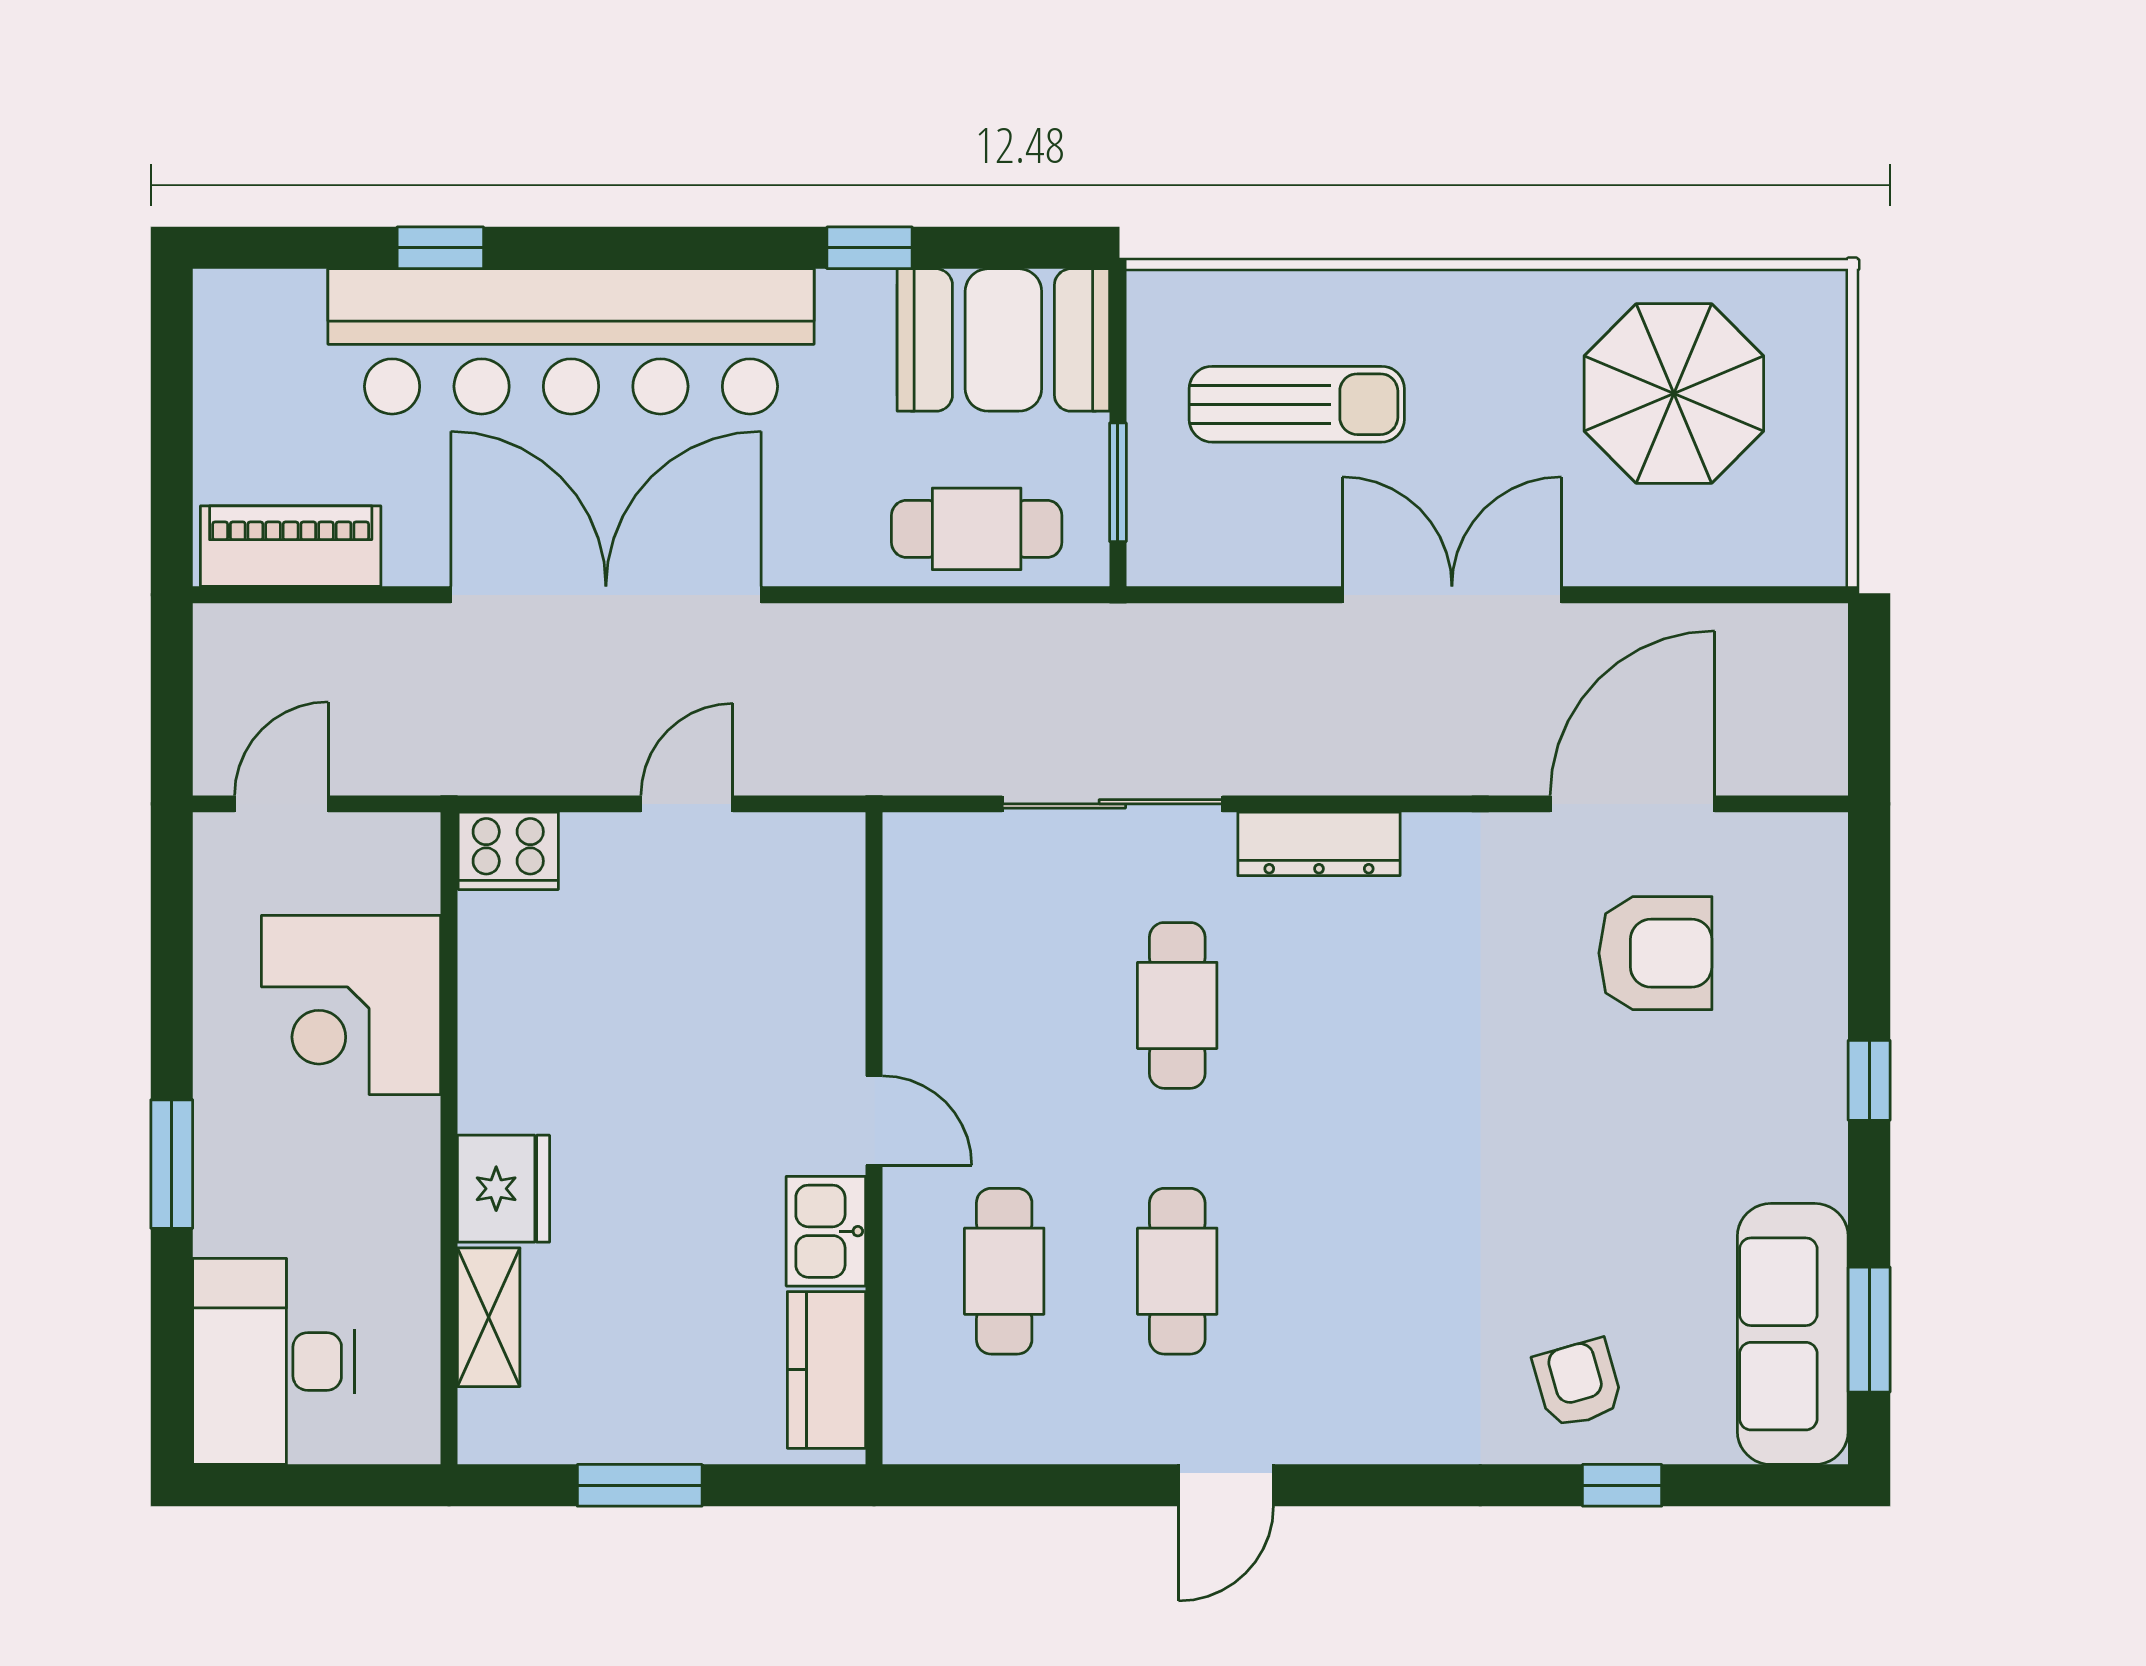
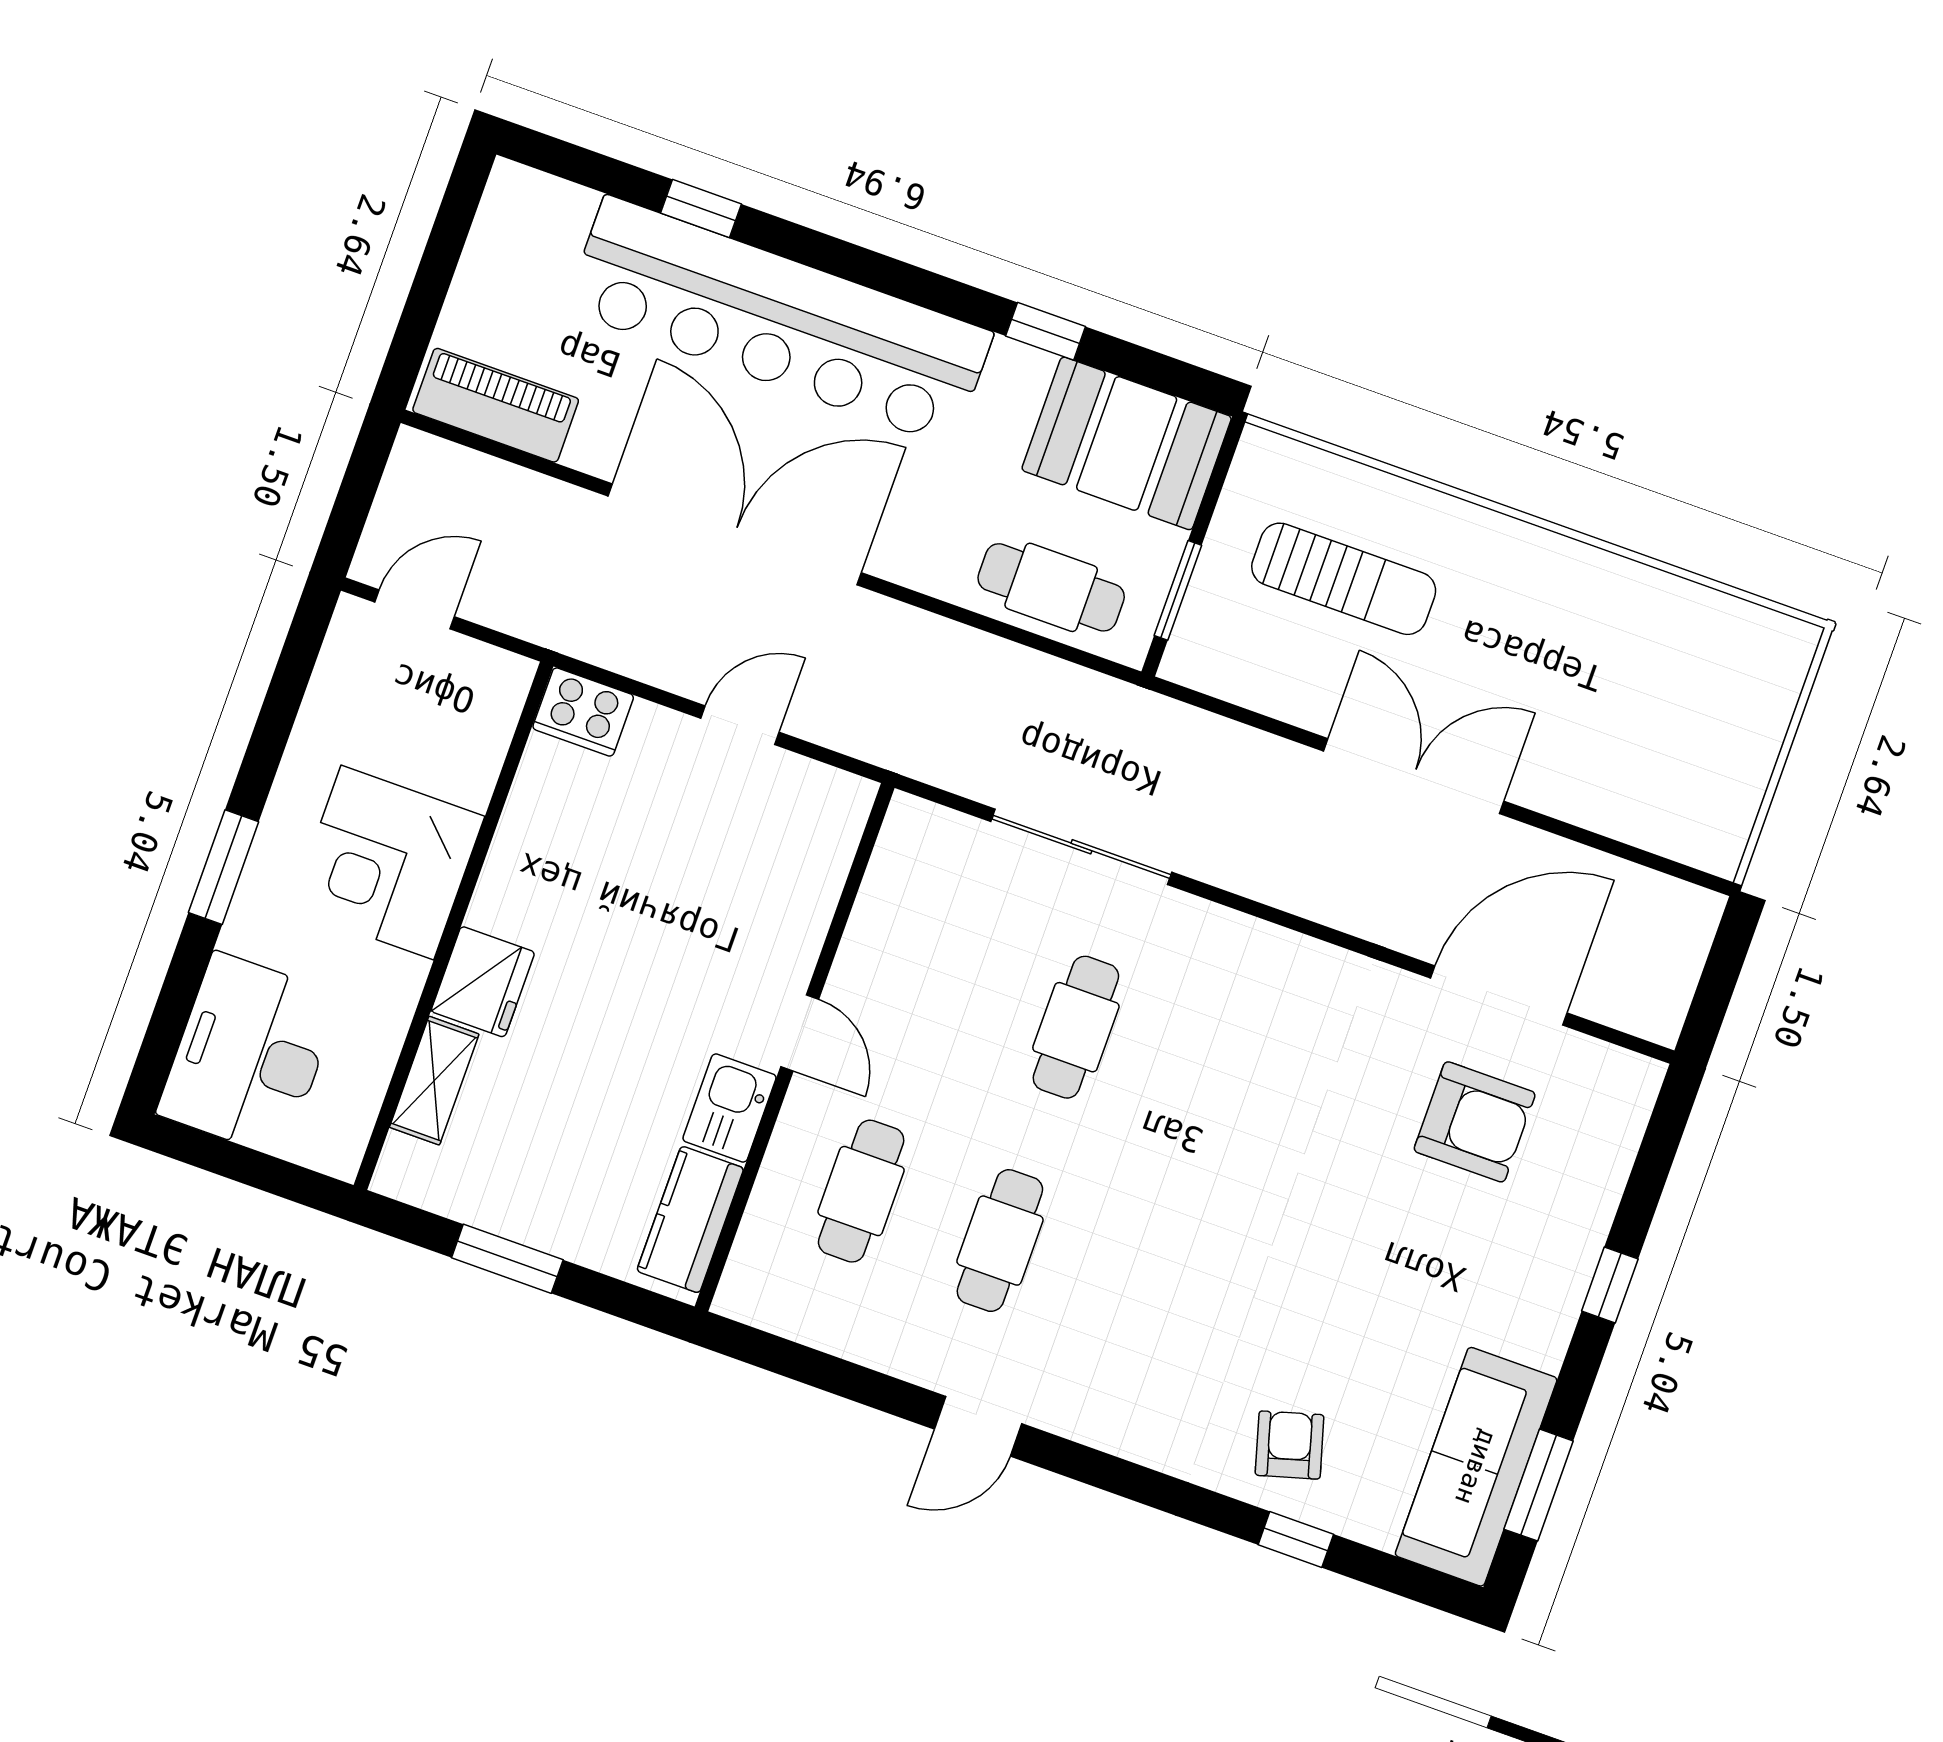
parasol: (1674, 393) -> (1649, 678), removed
dresser: (1319, 844) -> (1236, 938), removed
corner desk: (351, 1005) -> (387, 863), moved

